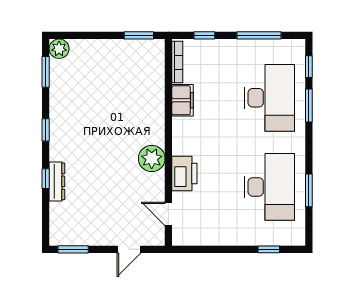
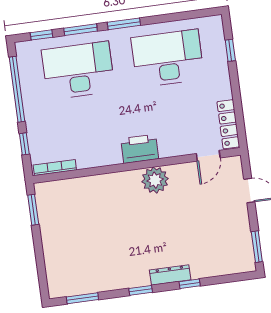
window: (259, 35) -> (17, 89), width x1.46
plant: (59, 49) -> (57, 288), removed
filing cabinet: (183, 100) -> (92, 157), removed
printer: (184, 173) -> (140, 149), moved
dresser: (57, 181) -> (170, 275), moved
window: (309, 190) -> (124, 24), moved
locker: (197, 238) -> (228, 124), added

